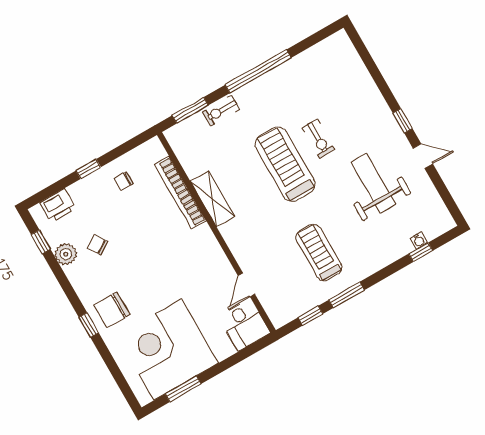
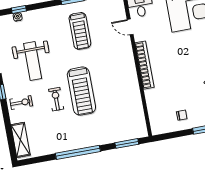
exercise bike: (221, 111) -> (21, 103), moved
bookcase: (180, 193) -> (144, 65), moved
shelving: (212, 199) -> (20, 140), moved
door: (246, 285) -> (130, 27), swing flipped

